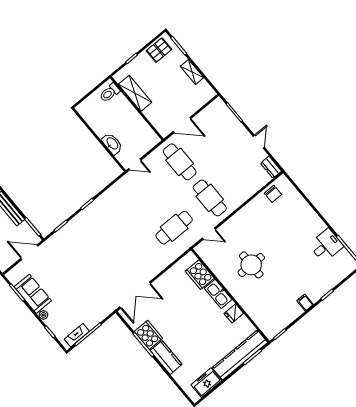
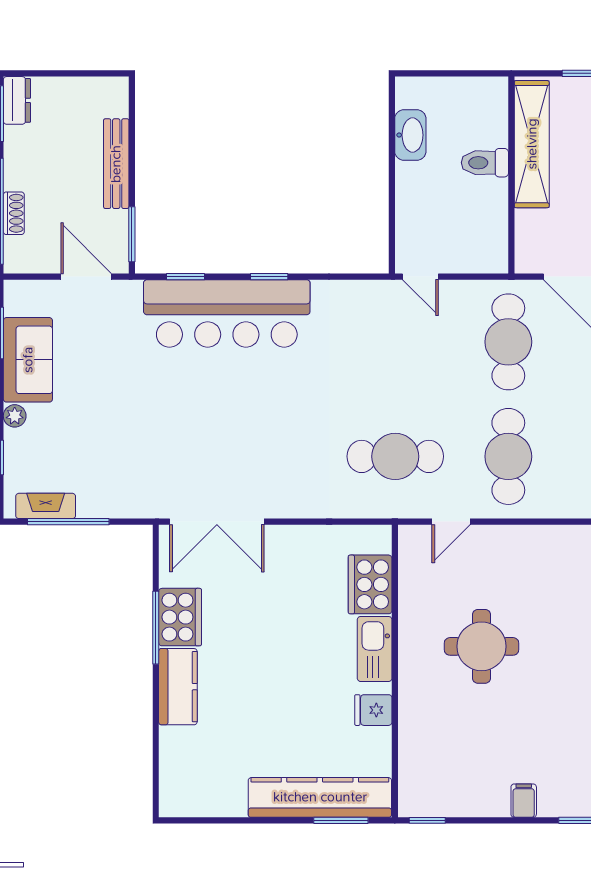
toilet: (110, 93) -> (485, 163), moved
shelving: (135, 93) -> (532, 144), width x1.47
washbasin: (112, 144) -> (410, 135), moved
bar counter: (83, 227) -> (227, 314), added
door: (209, 234) -> (451, 522), hinge flipped
freezer: (206, 383) -> (214, 797), removed

